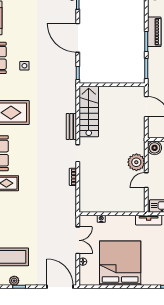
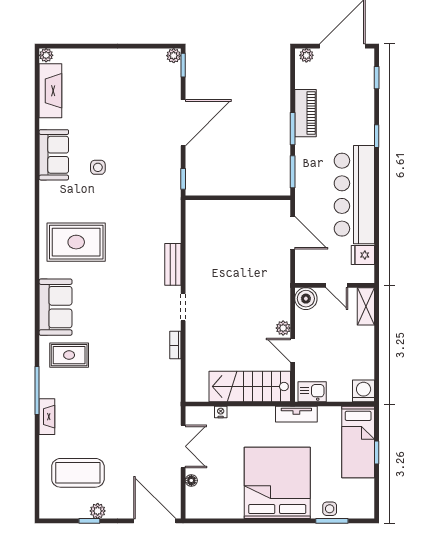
door: (78, 38) -> (183, 123), swing flipped
stairs: (89, 112) -> (250, 387), moved, turned -90
plant: (136, 162) -> (283, 328), width x0.53, depth x0.53
door: (146, 180) -> (293, 350), hinge flipped
bed: (120, 263) -> (277, 483), moved
plant: (14, 281) -> (98, 511), moved

